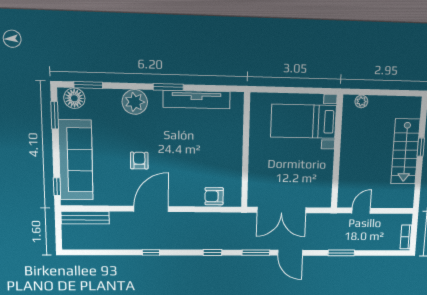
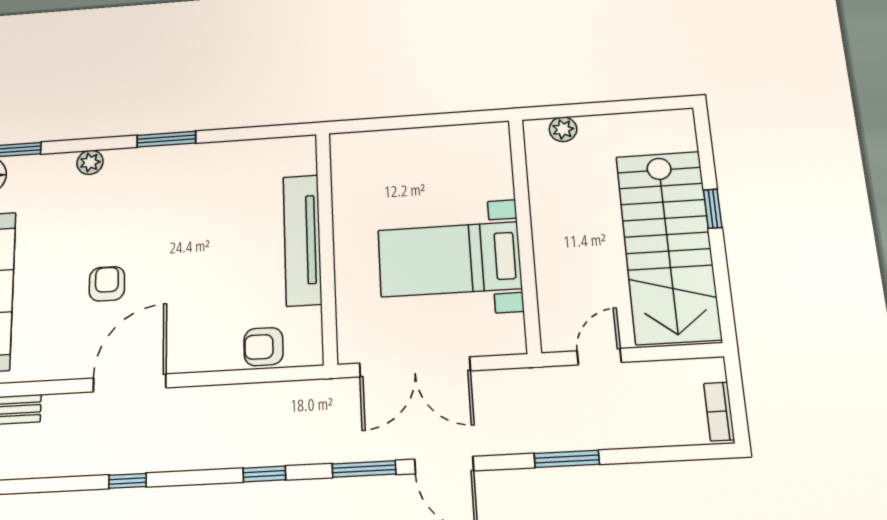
tv unit: (197, 100) -> (302, 240), moved, turned 90
plant: (135, 102) -> (90, 162), width x0.53, depth x0.53
bed with nightstands: (304, 121) -> (449, 259), moved
stairs: (405, 152) -> (668, 247), width x1.36, depth x1.51

